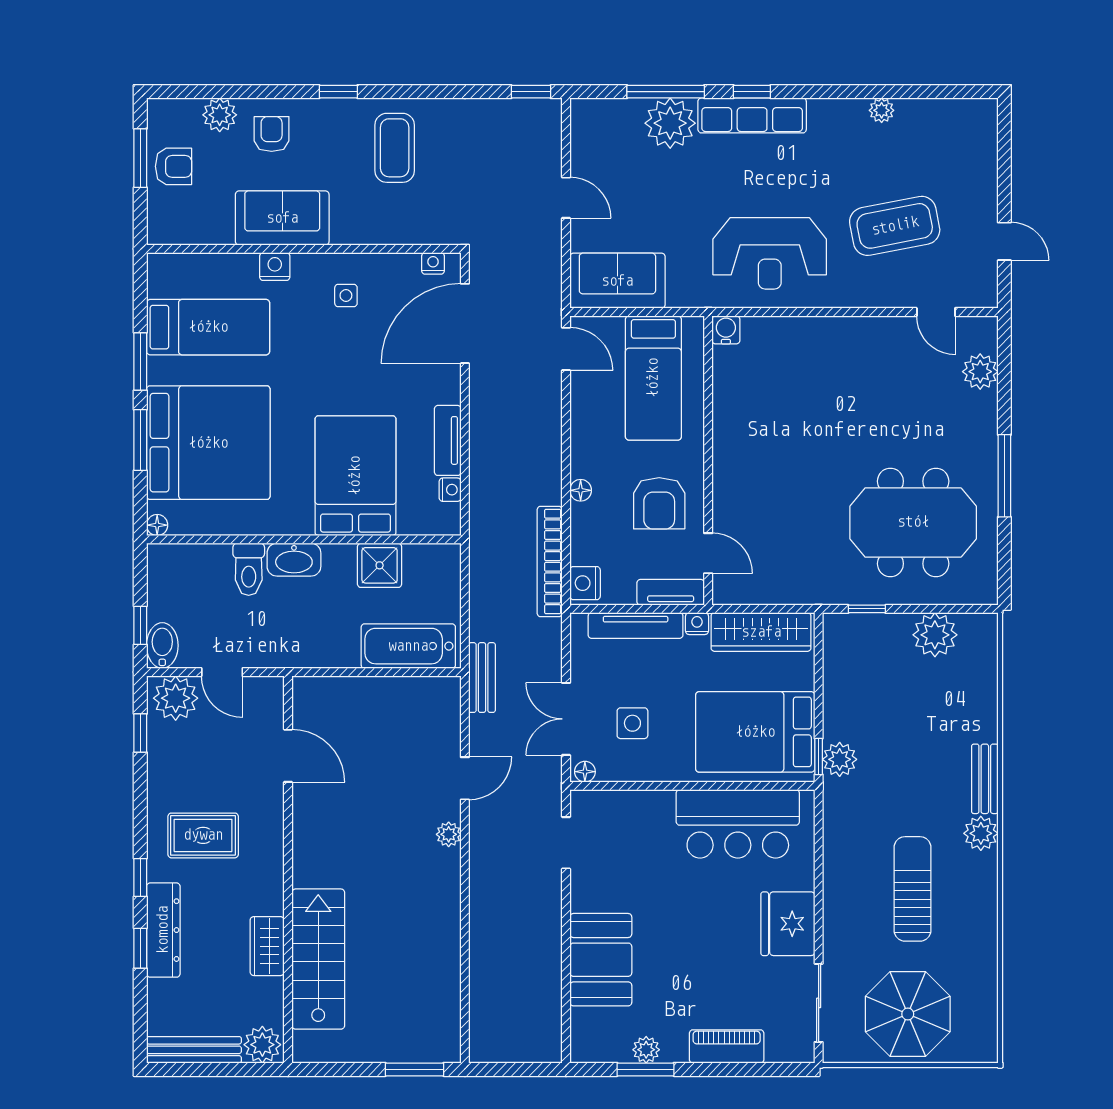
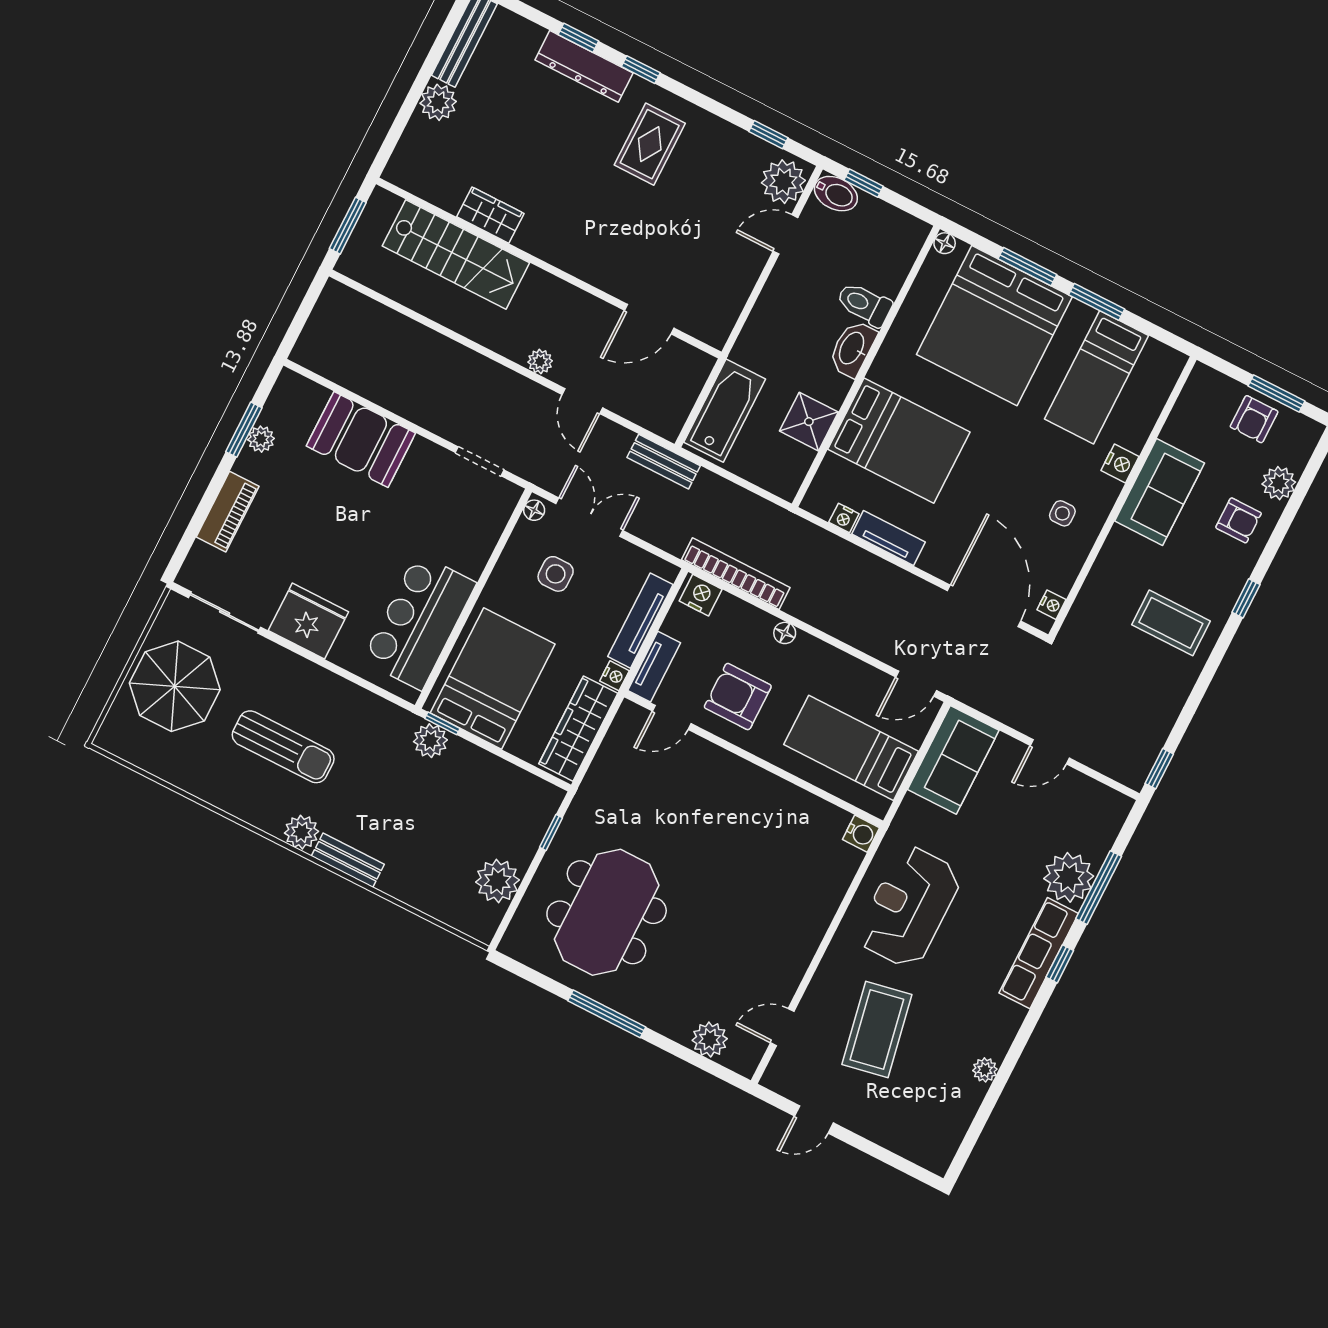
door: (288, 756) -> (649, 319), moved
wall: (288, 870) -> (549, 268), moved
wardrobe: (267, 946) -> (490, 215), moved
stairs: (318, 959) -> (456, 254), moved

